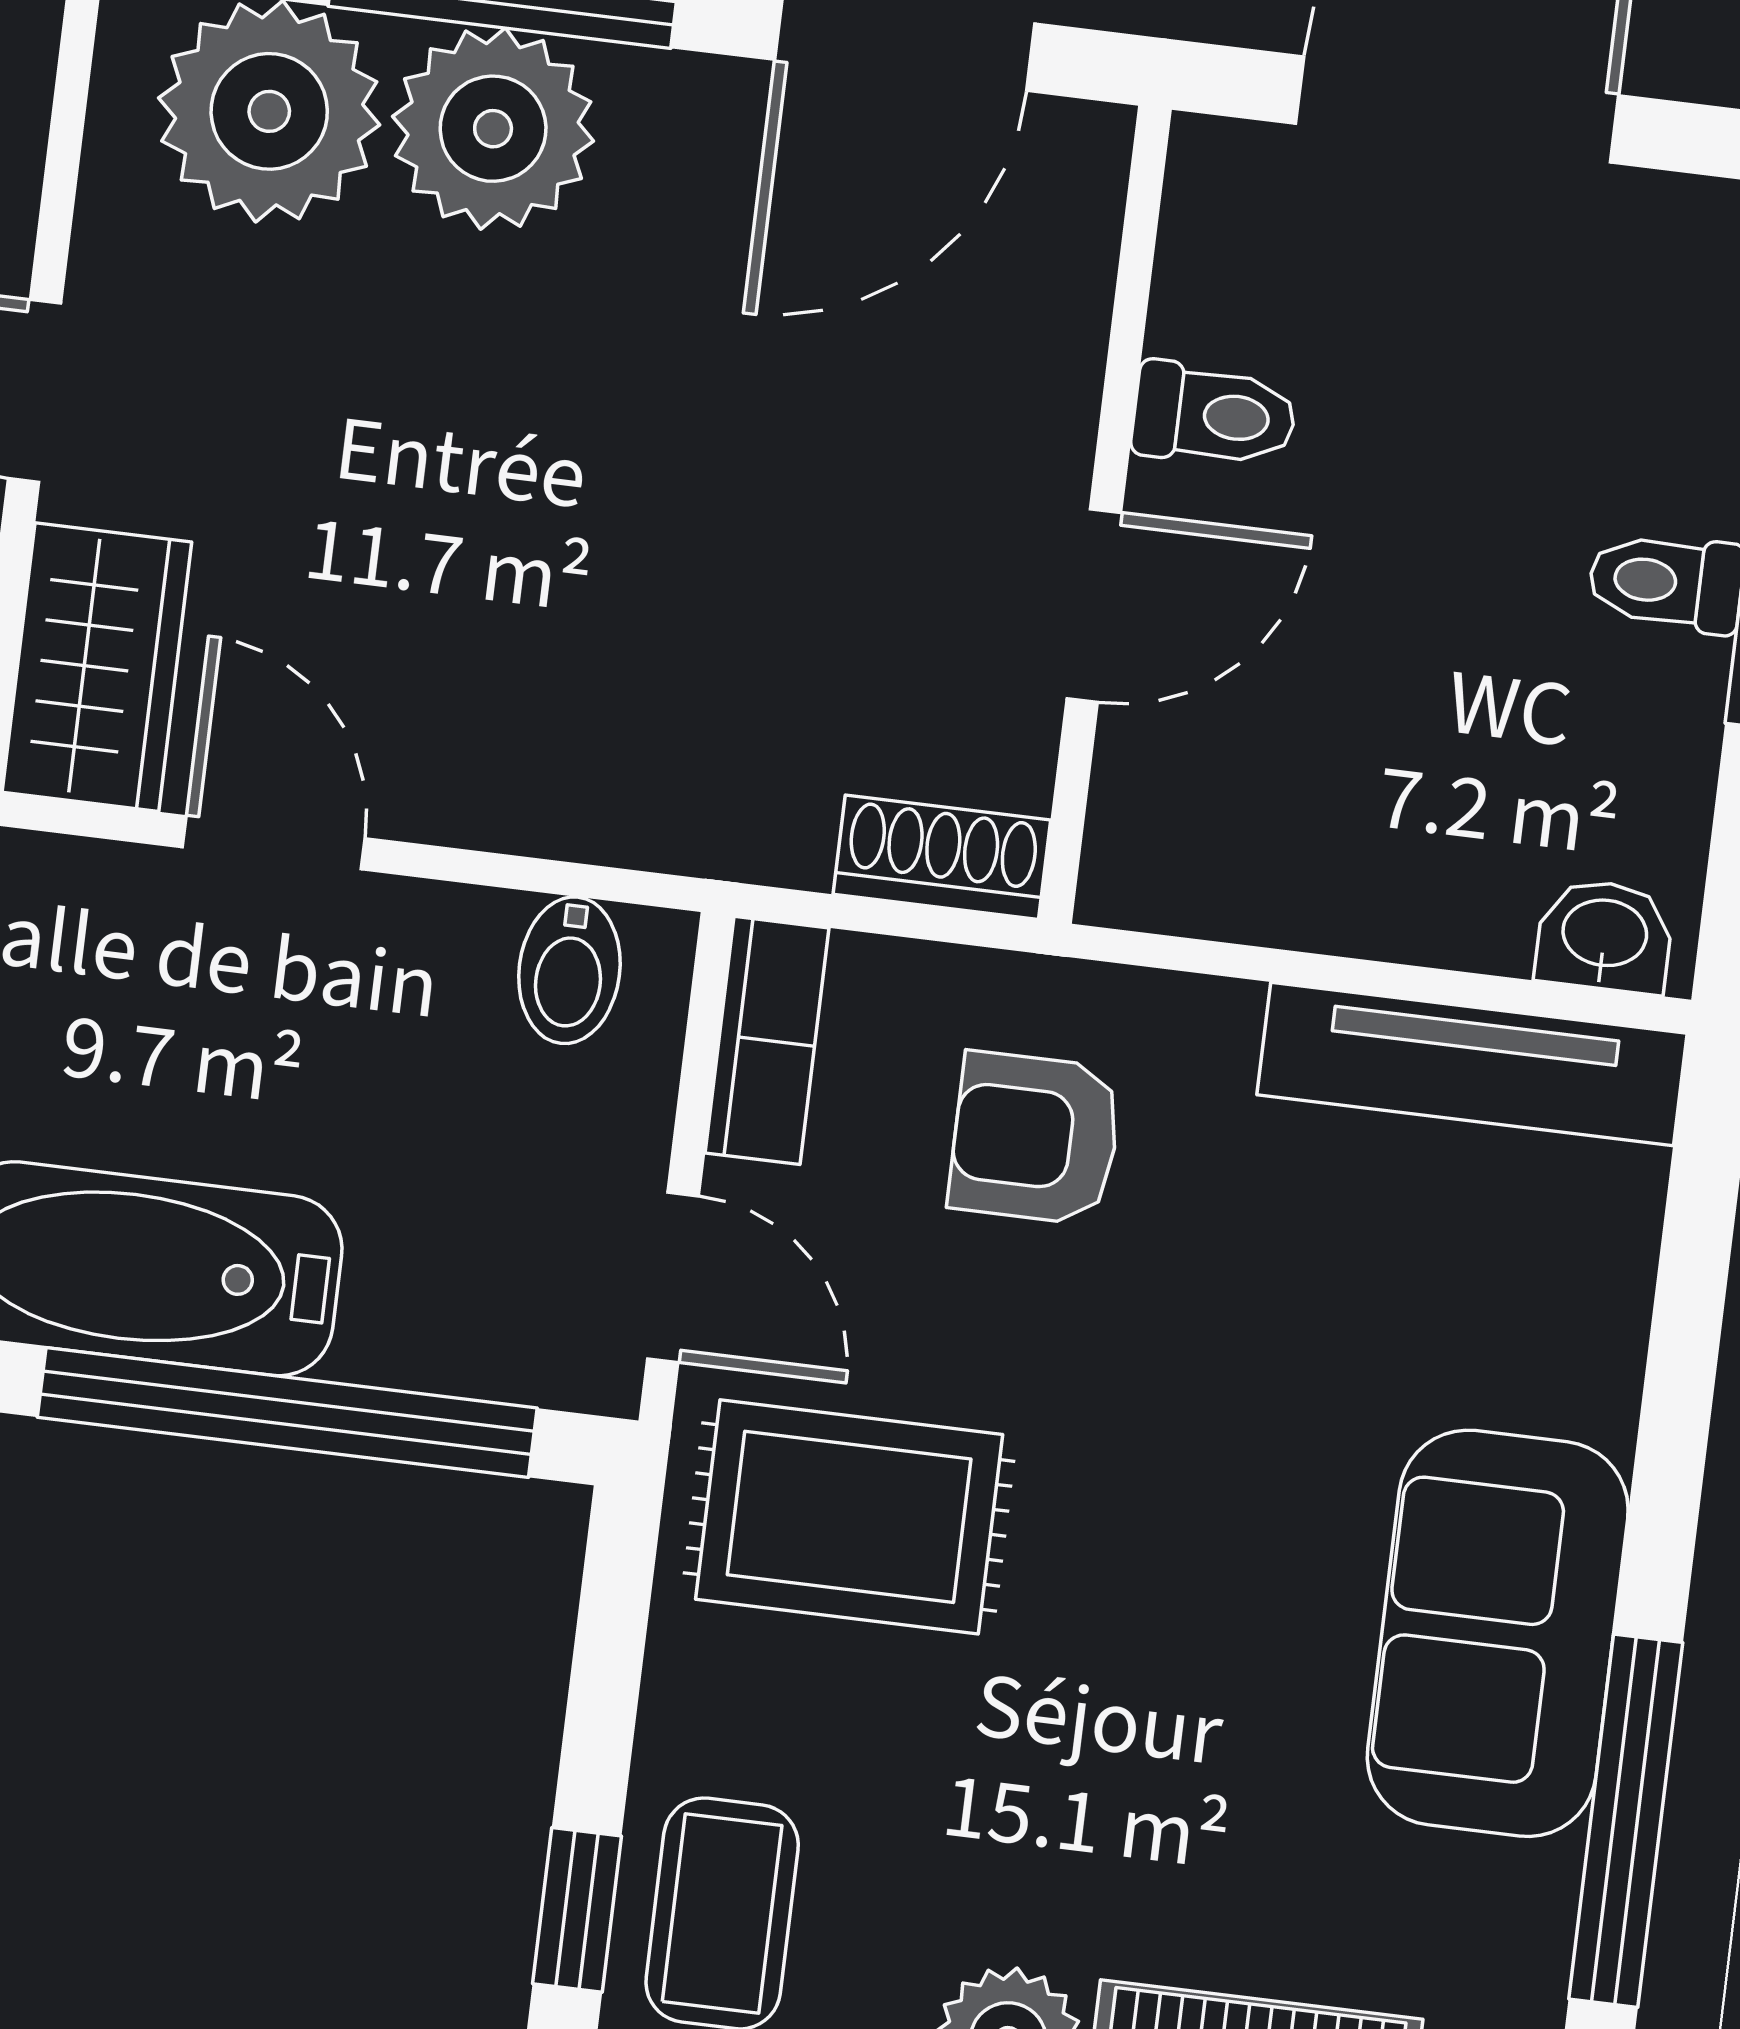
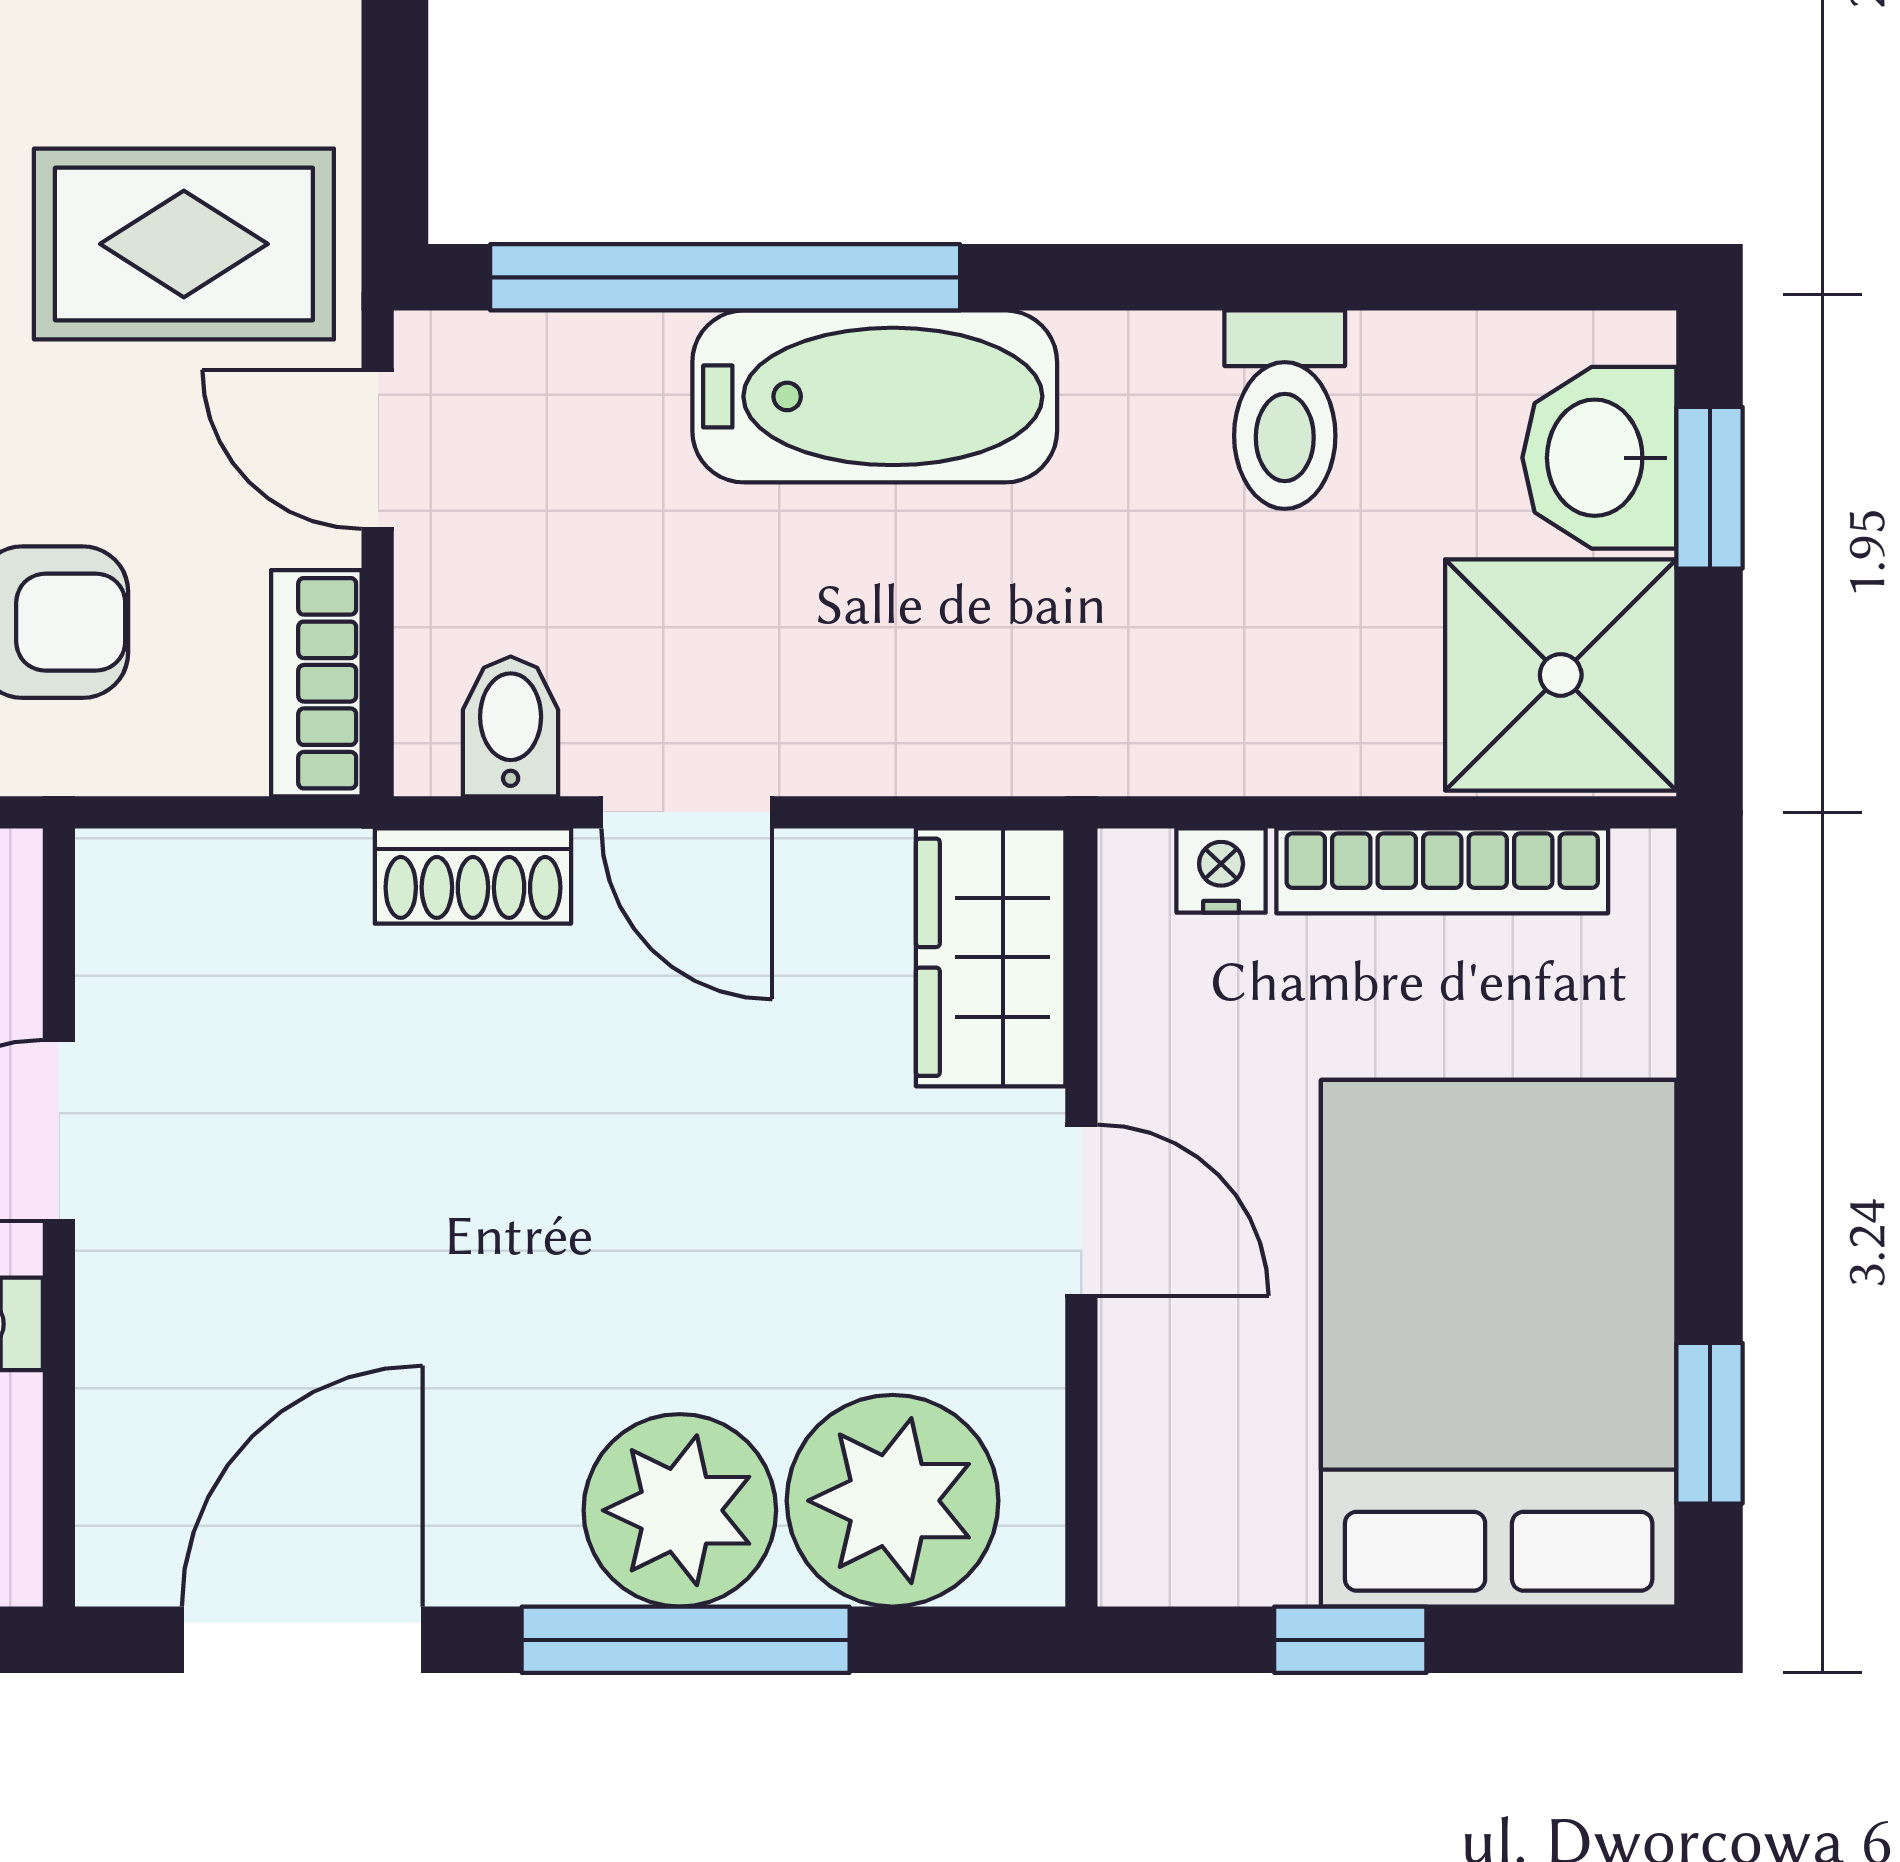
door: (274, 843) -> (687, 812), moved
shoe rack: (942, 857) -> (473, 876), moved

